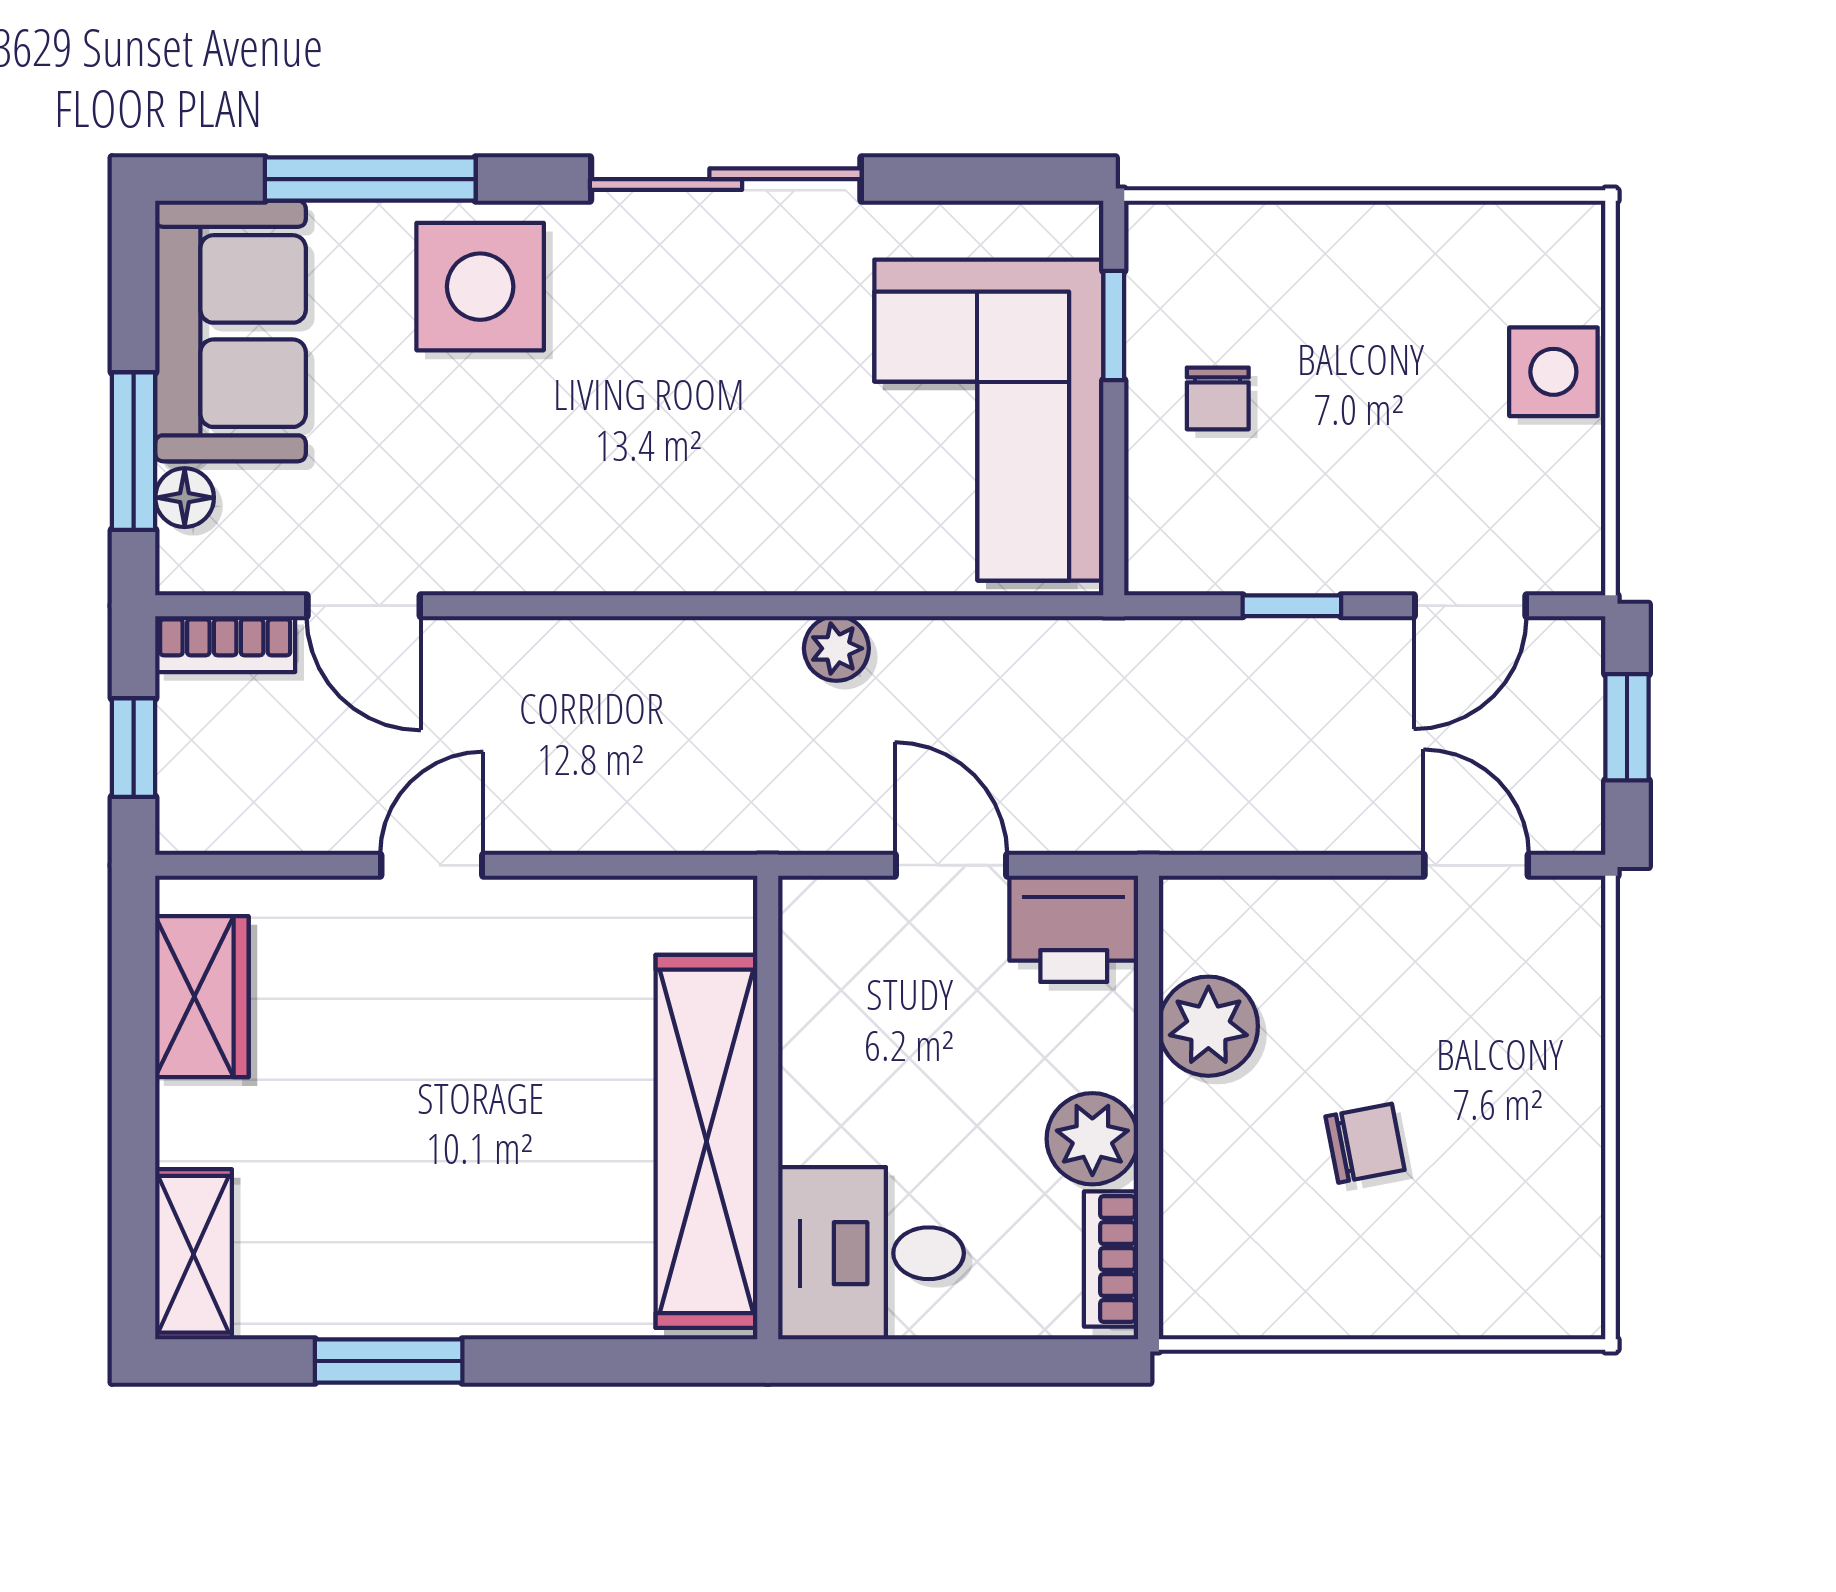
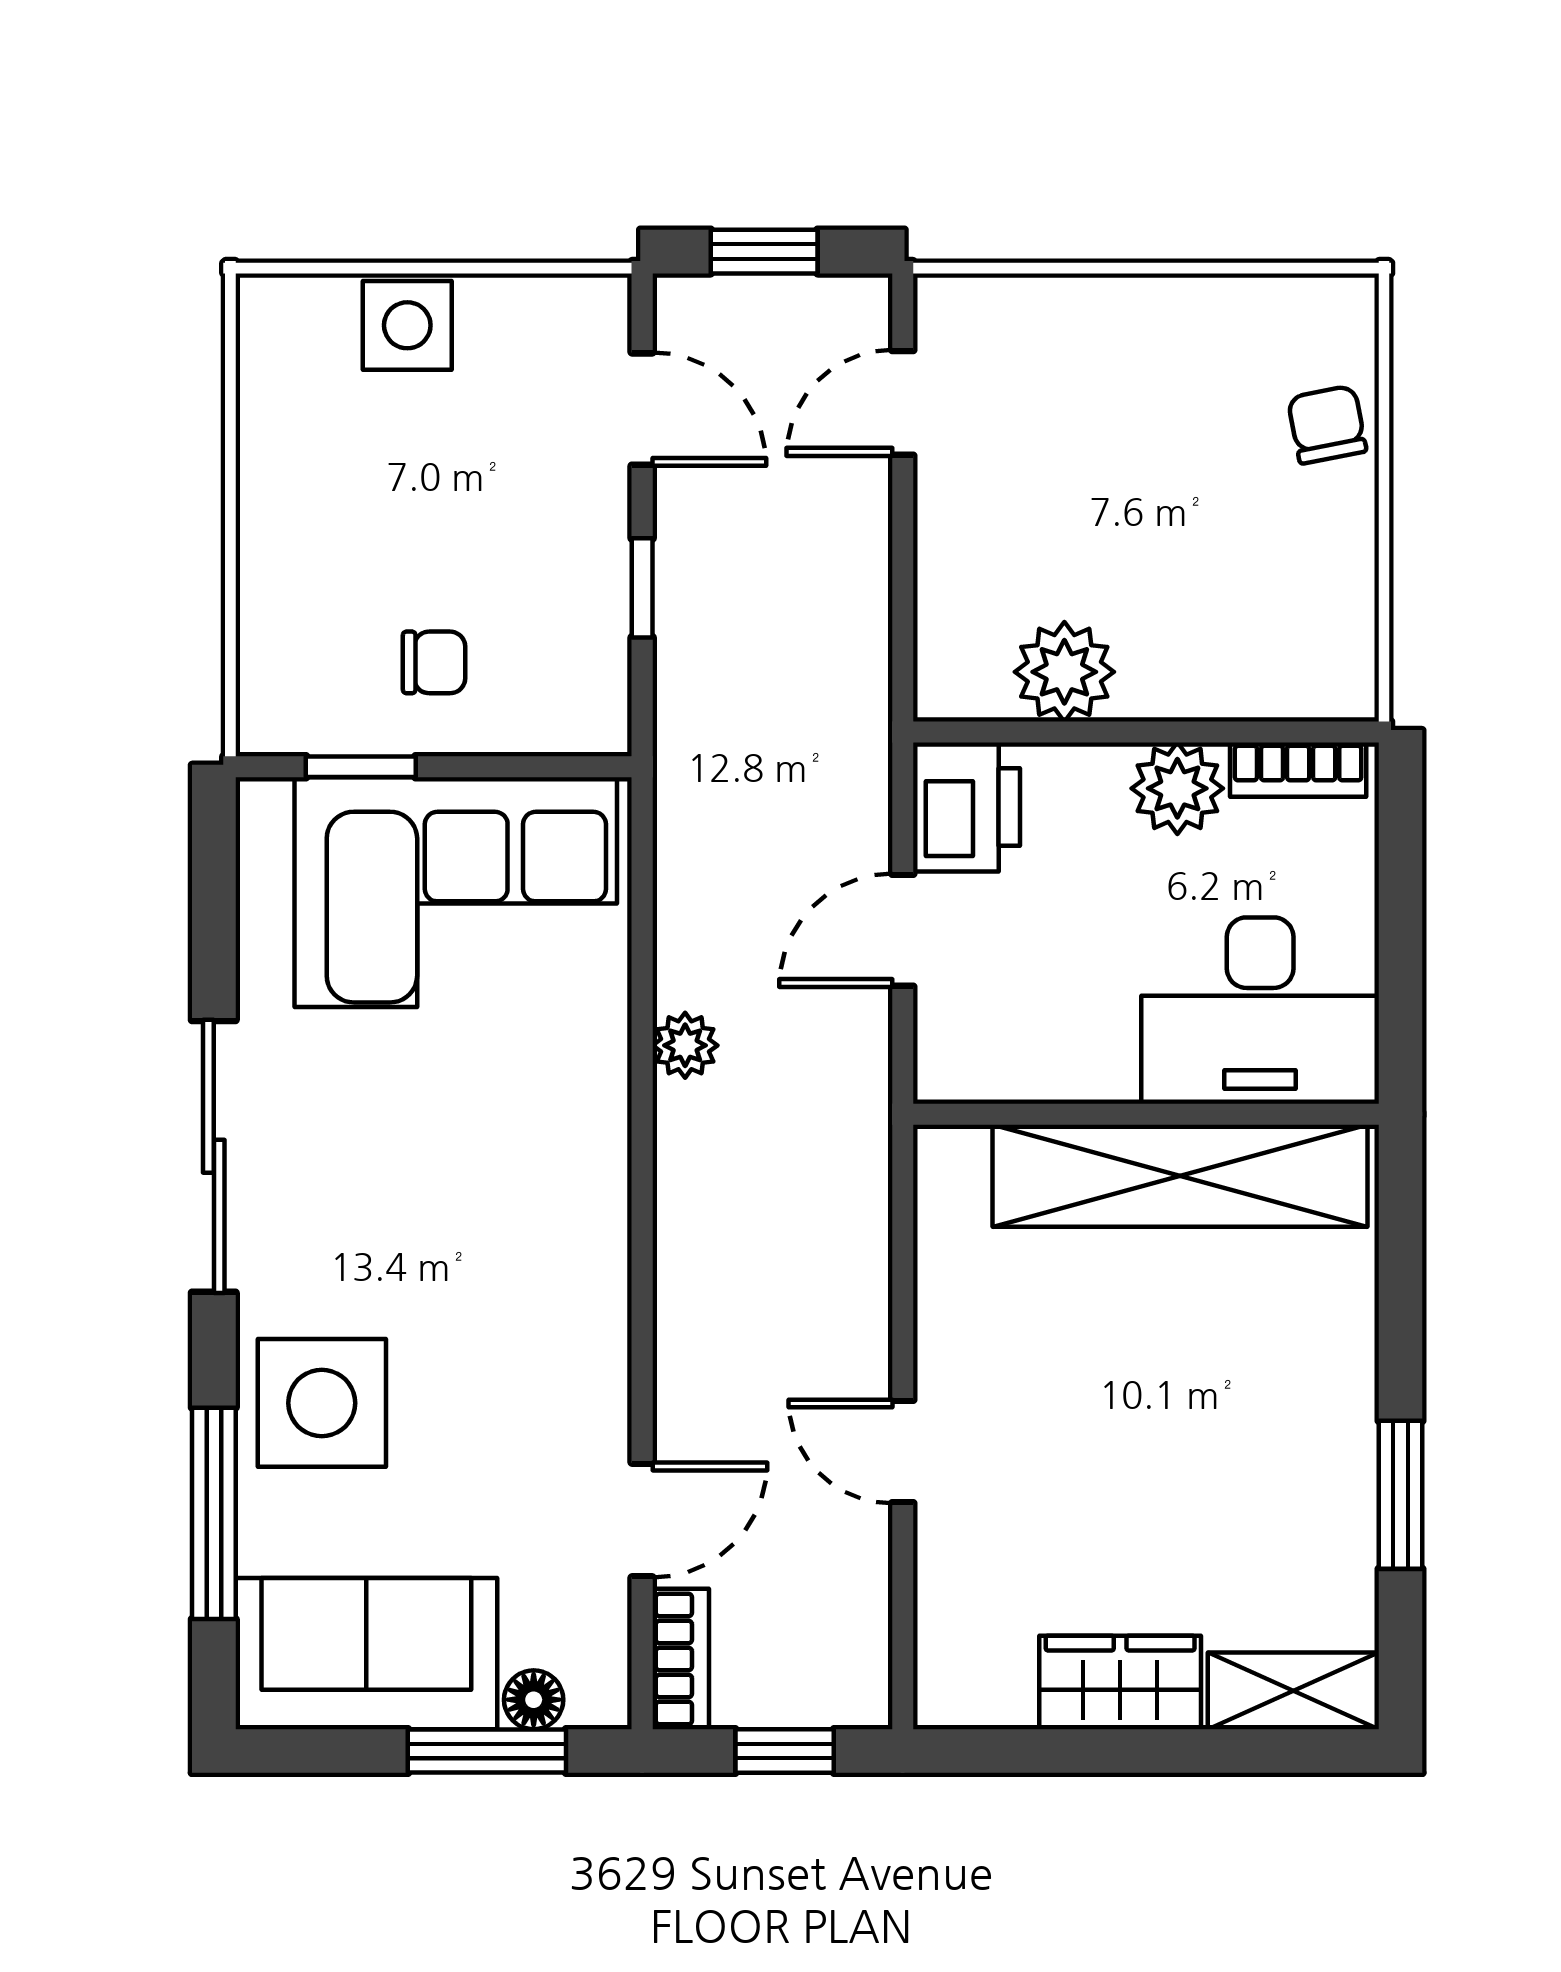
wardrobe: (202, 997) -> (1120, 1682), moved
chair: (1365, 1143) -> (1327, 425), moved
desk: (871, 1253) -> (1260, 1011), width x1.37

